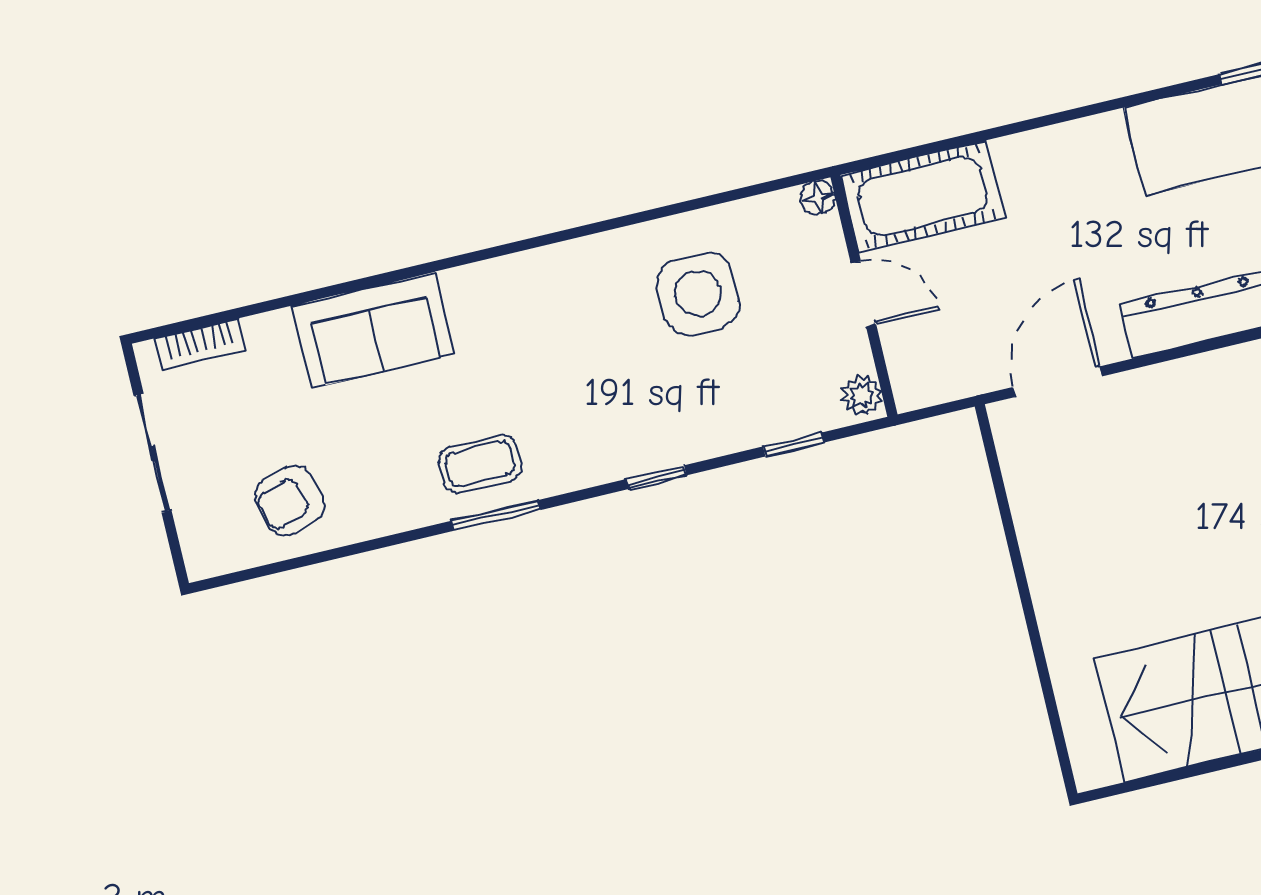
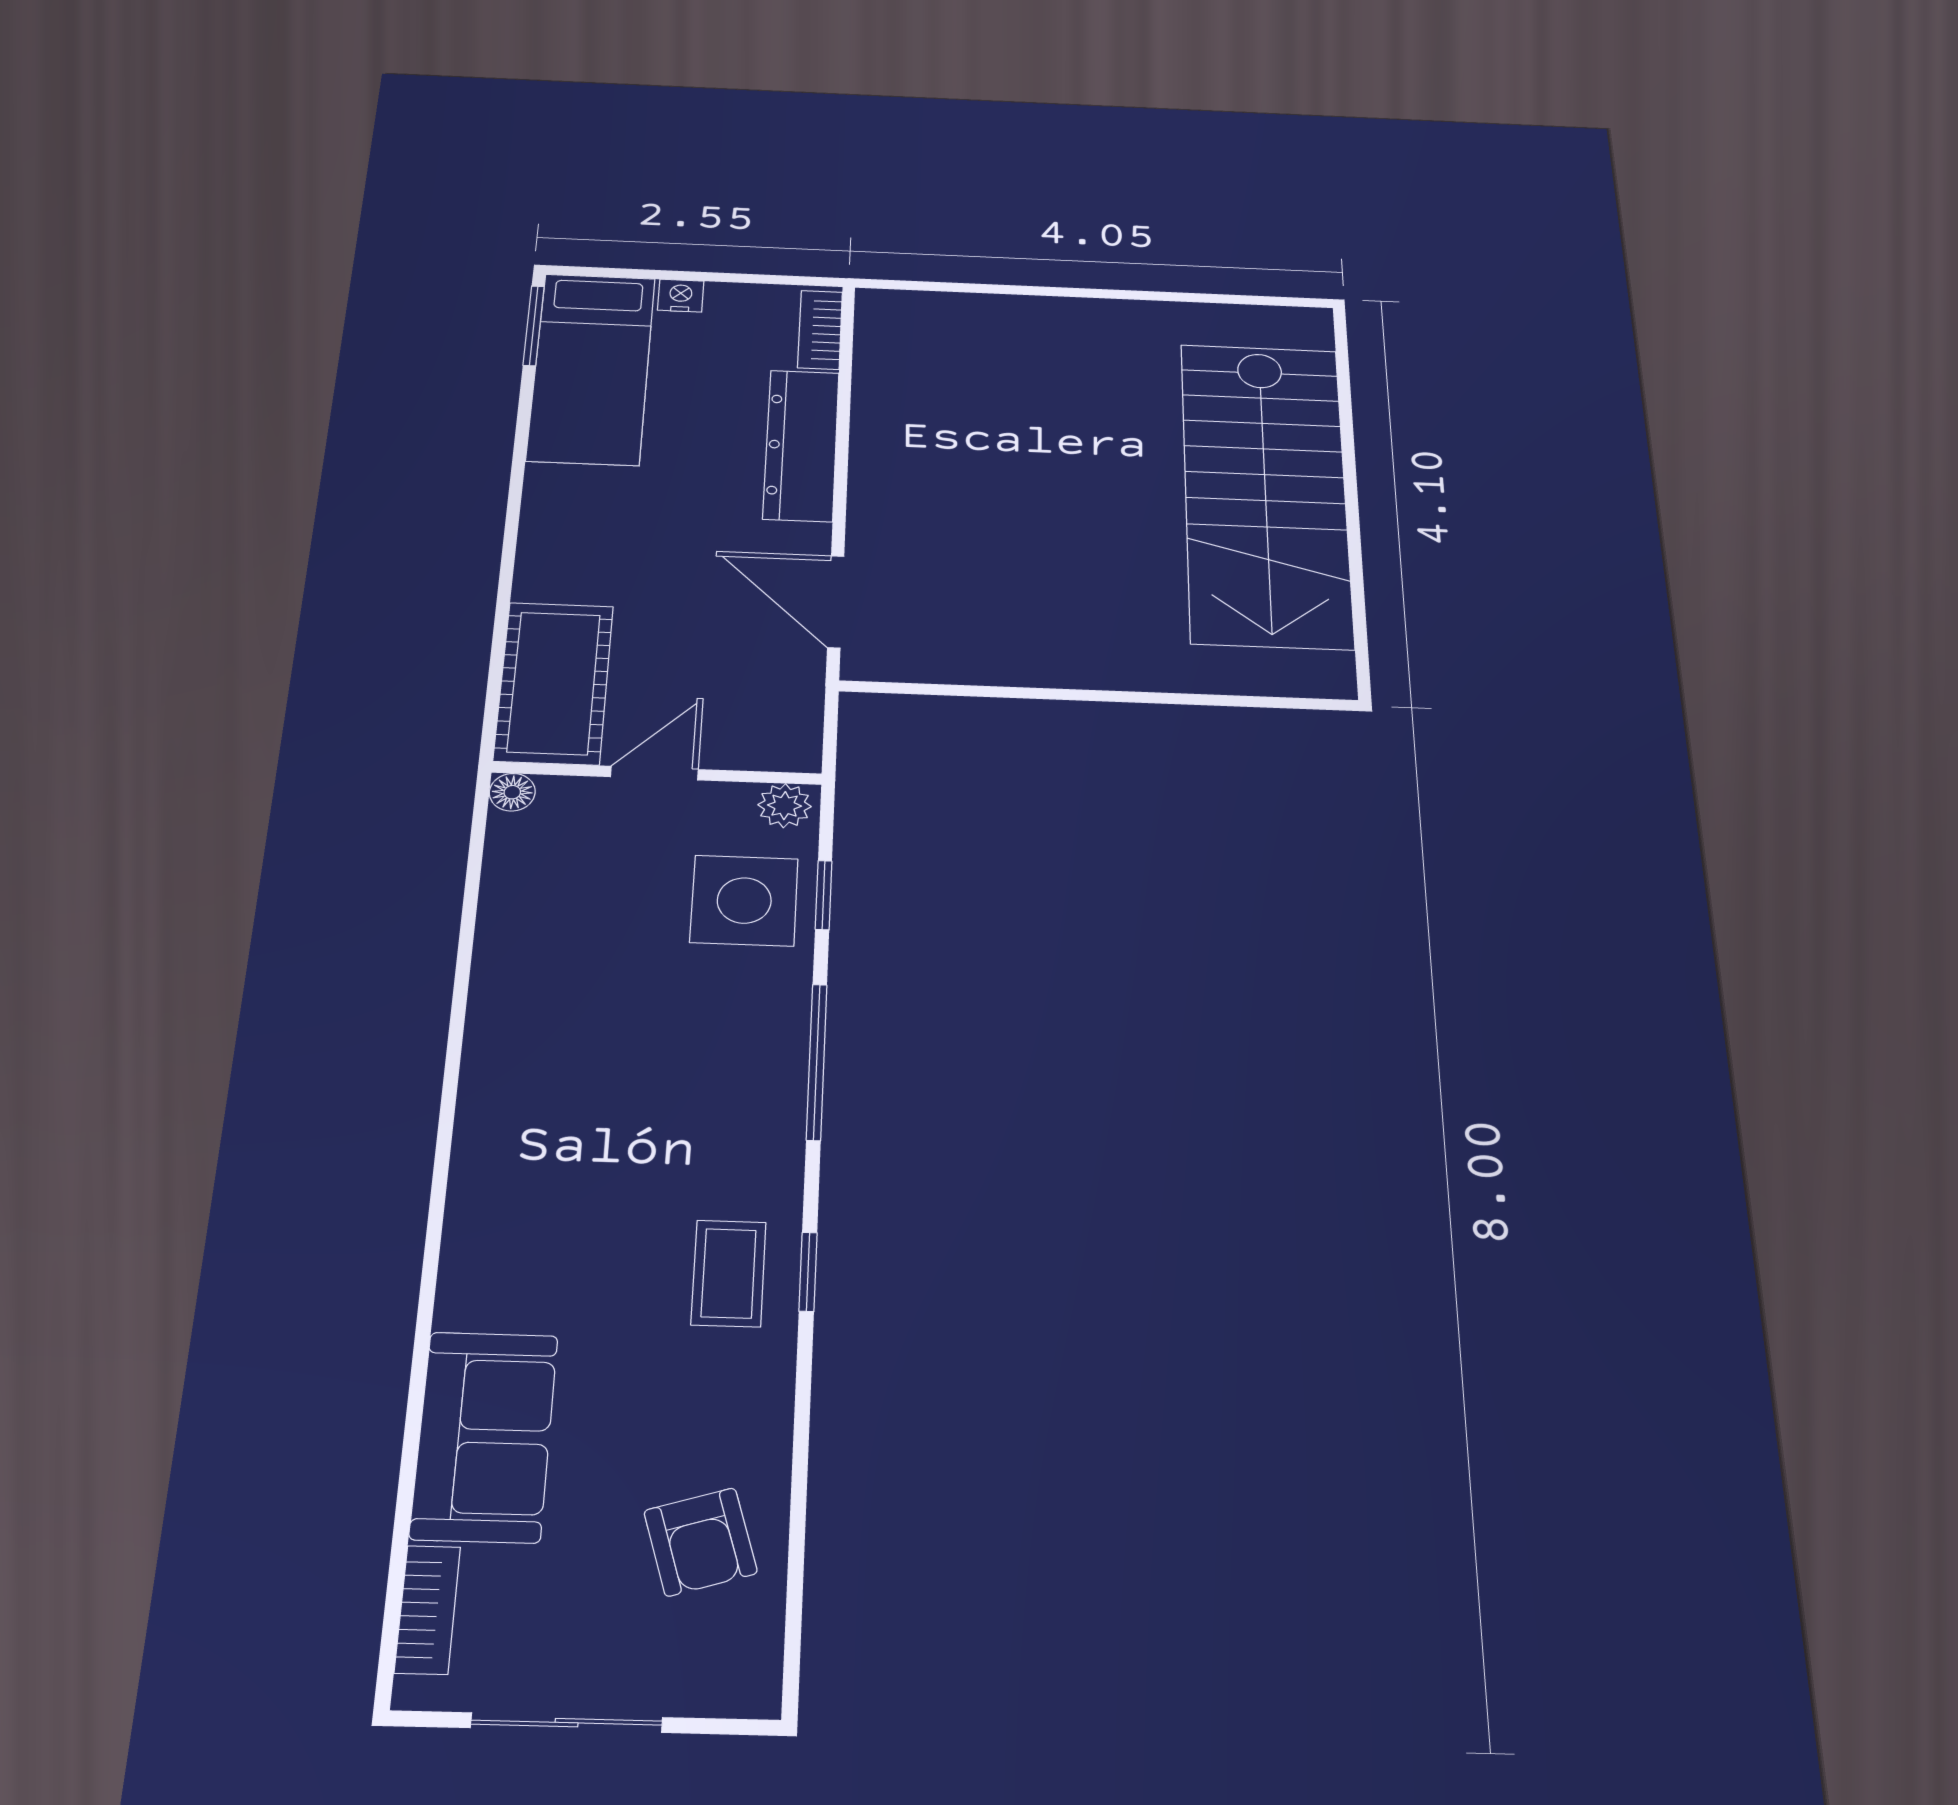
side table: (698, 293) -> (744, 901), moved
sofa: (373, 330) -> (485, 1436), moved
window: (657, 477) -> (817, 1062), width x2.17
window: (496, 516) -> (808, 1272), width x0.67

